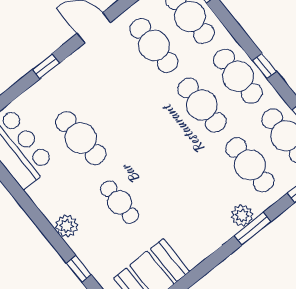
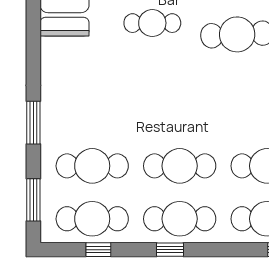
plant: (242, 216) -> (53, 123), removed

